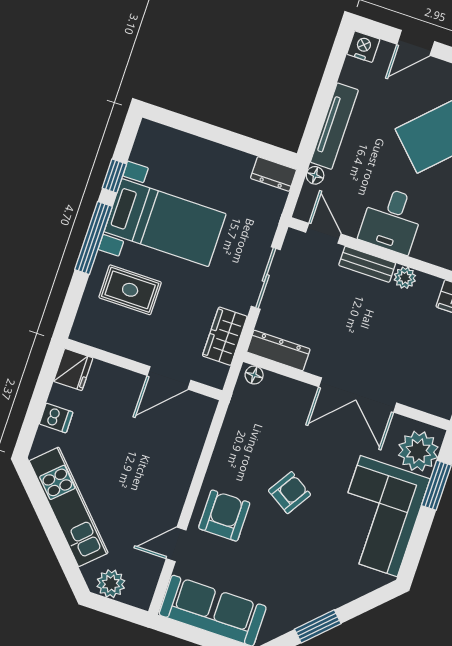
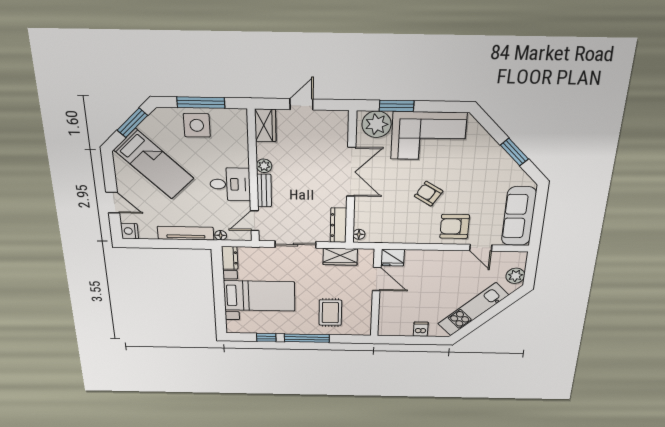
bed with nightstands: (165, 223) -> (259, 296), moved, turned 90
fridge: (73, 370) -> (393, 258), moved, turned 180

